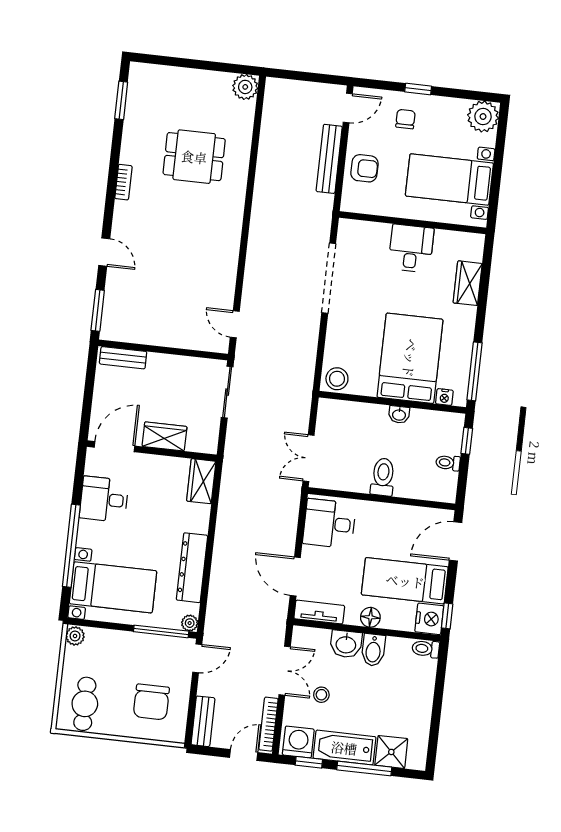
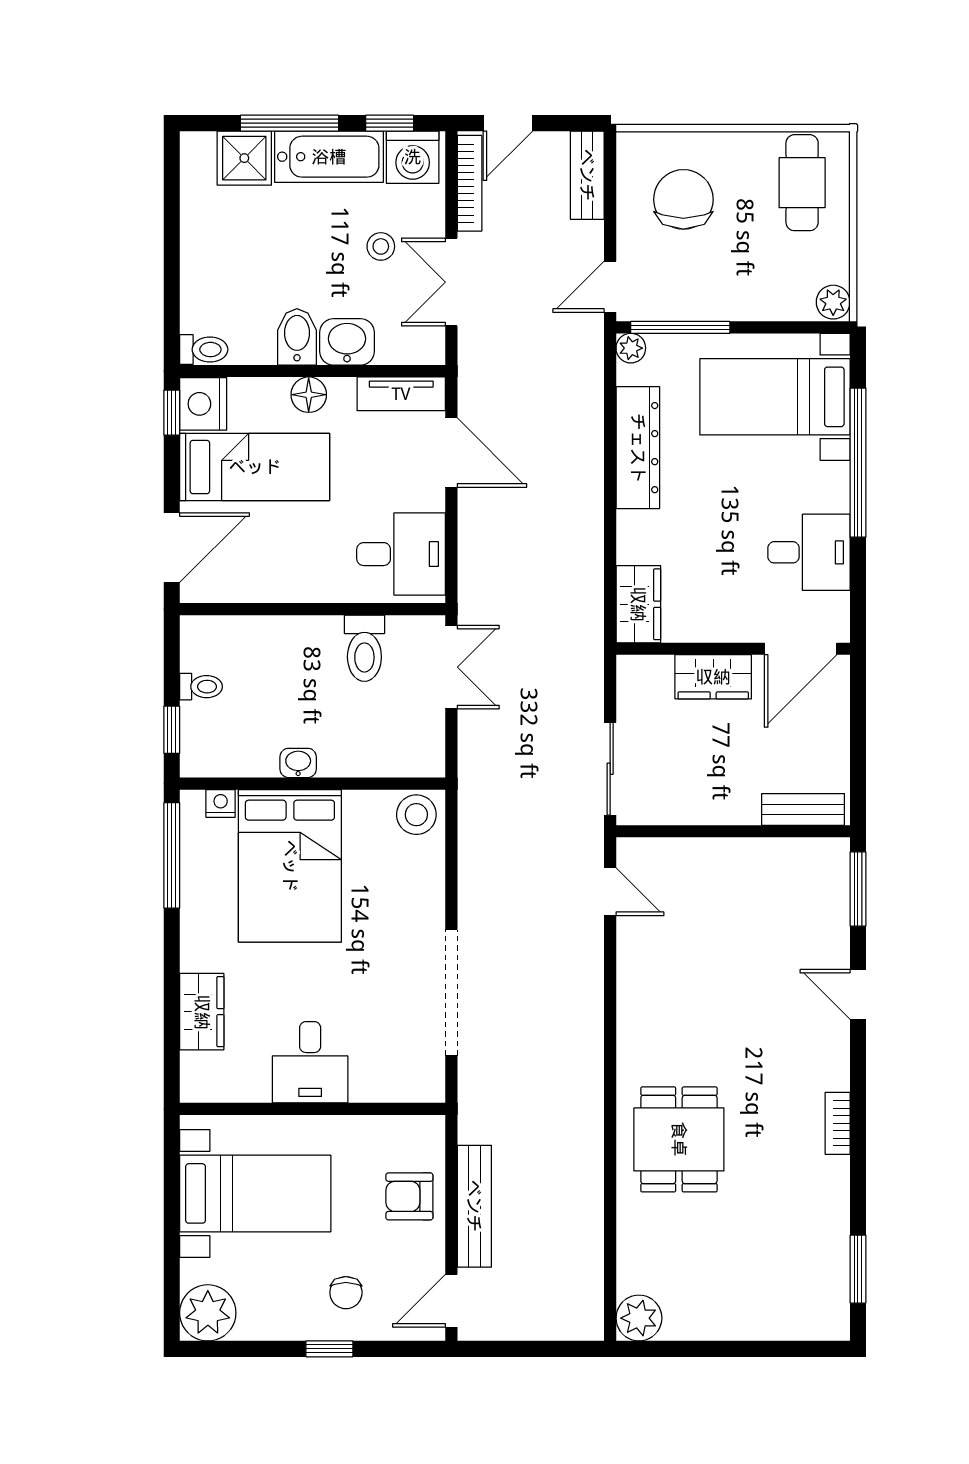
dining table: (194, 157) -> (679, 1139), moved, turned 90
toilet: (383, 477) -> (364, 648), moved

